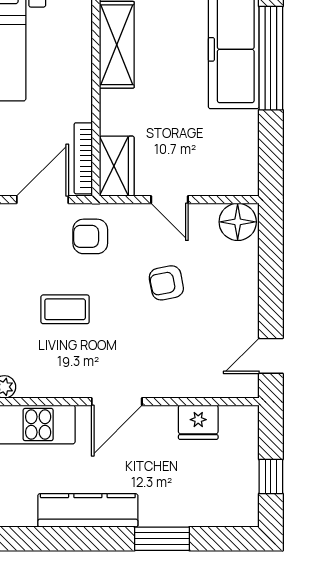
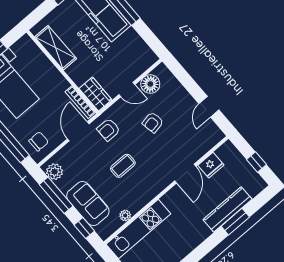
floor lamp: (238, 222) -> (150, 84), moved
door: (271, 356) -> (209, 107), moved
door: (117, 402) -> (185, 174), moved
kitchen counter: (88, 510) -> (228, 209), moved

